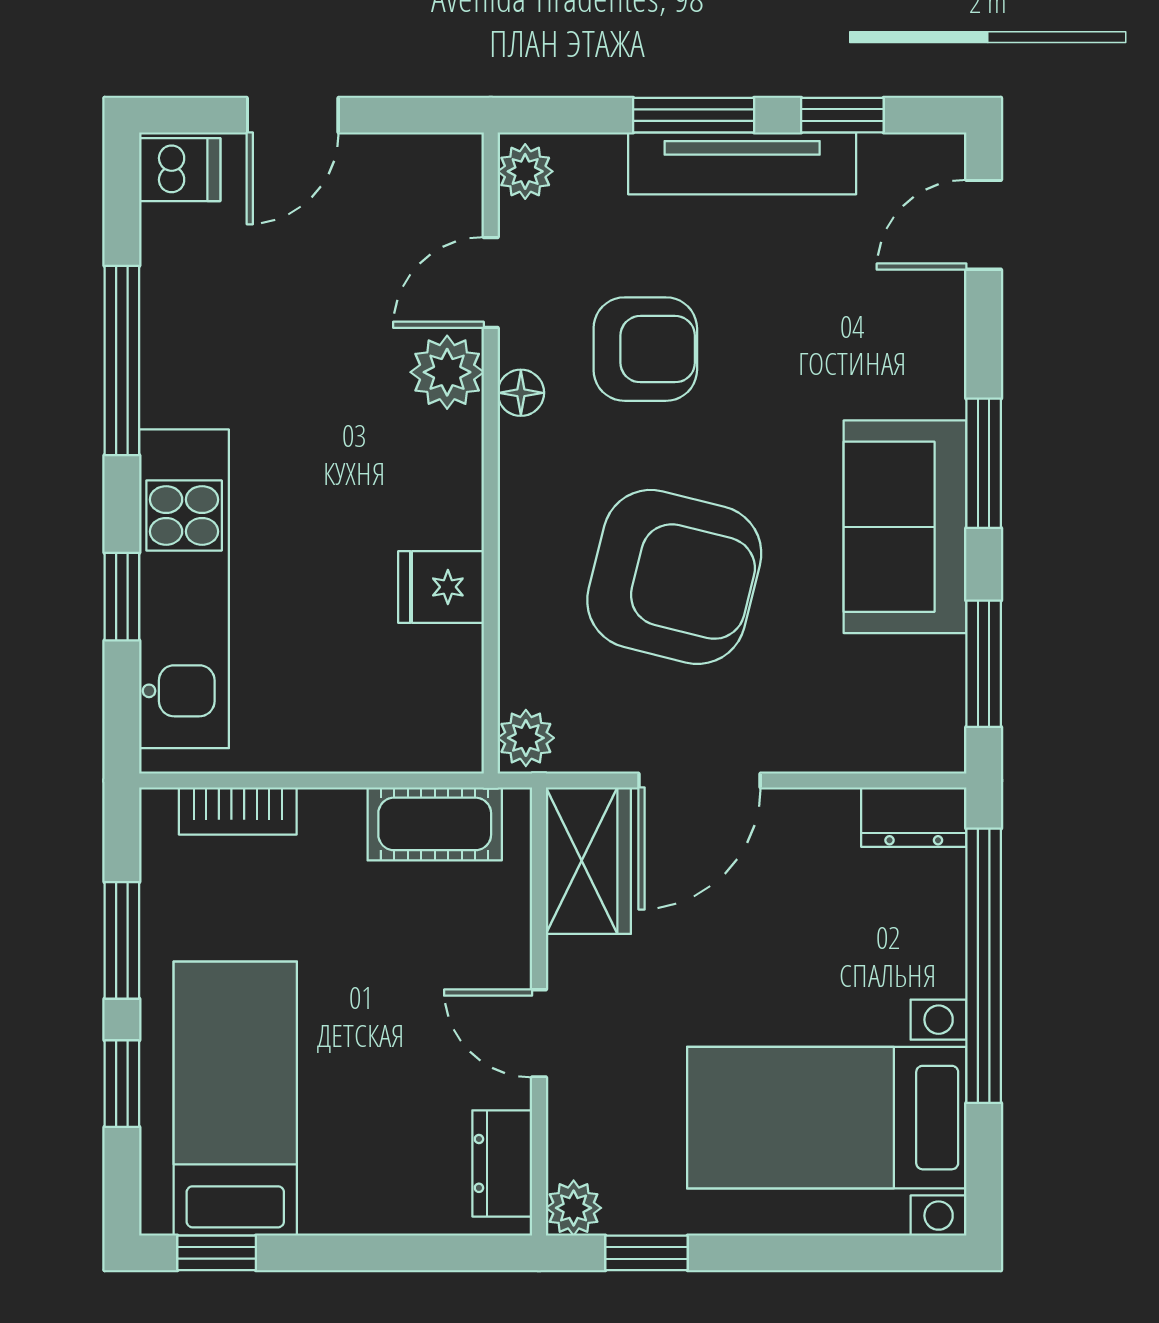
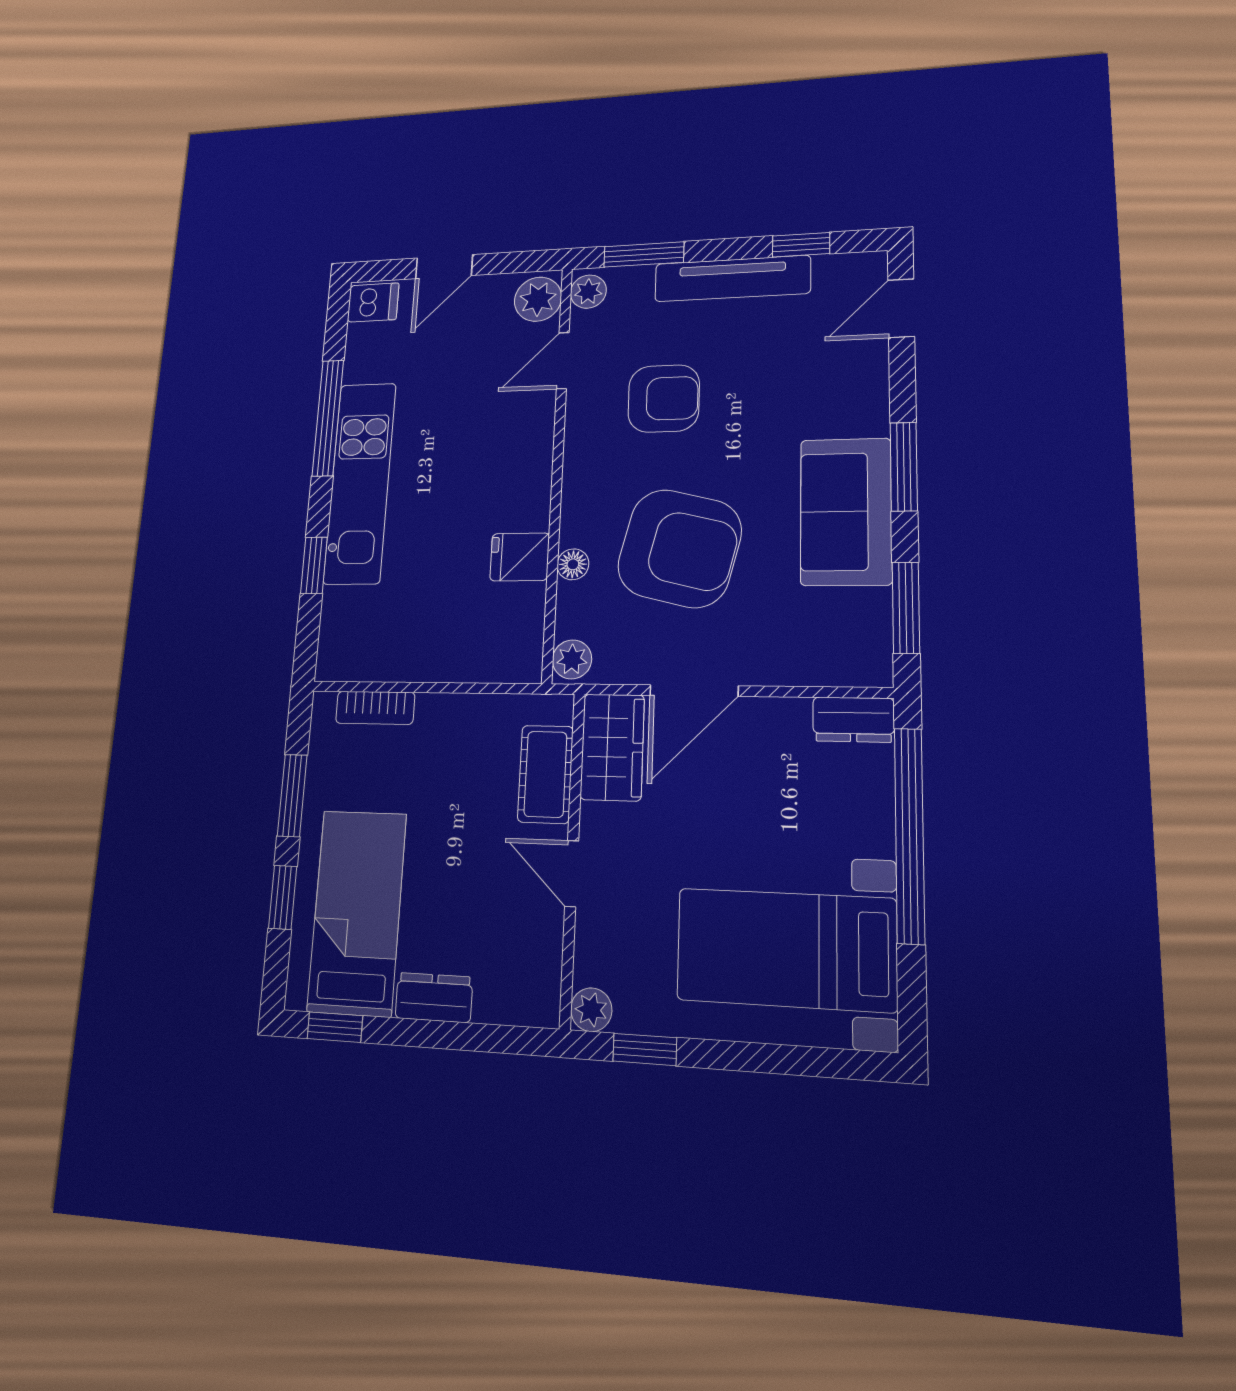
window: (694, 115) -> (644, 254), moved
plant: (447, 372) -> (538, 299), moved
floor lamp: (521, 393) -> (573, 564), moved
kitchen unit: (184, 589) -> (360, 483), moved
cot: (435, 824) -> (545, 774), moved, turned 90
dresser: (502, 1163) -> (434, 998), moved, turned 90

